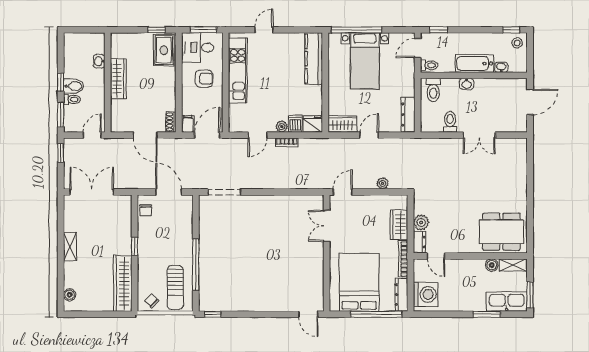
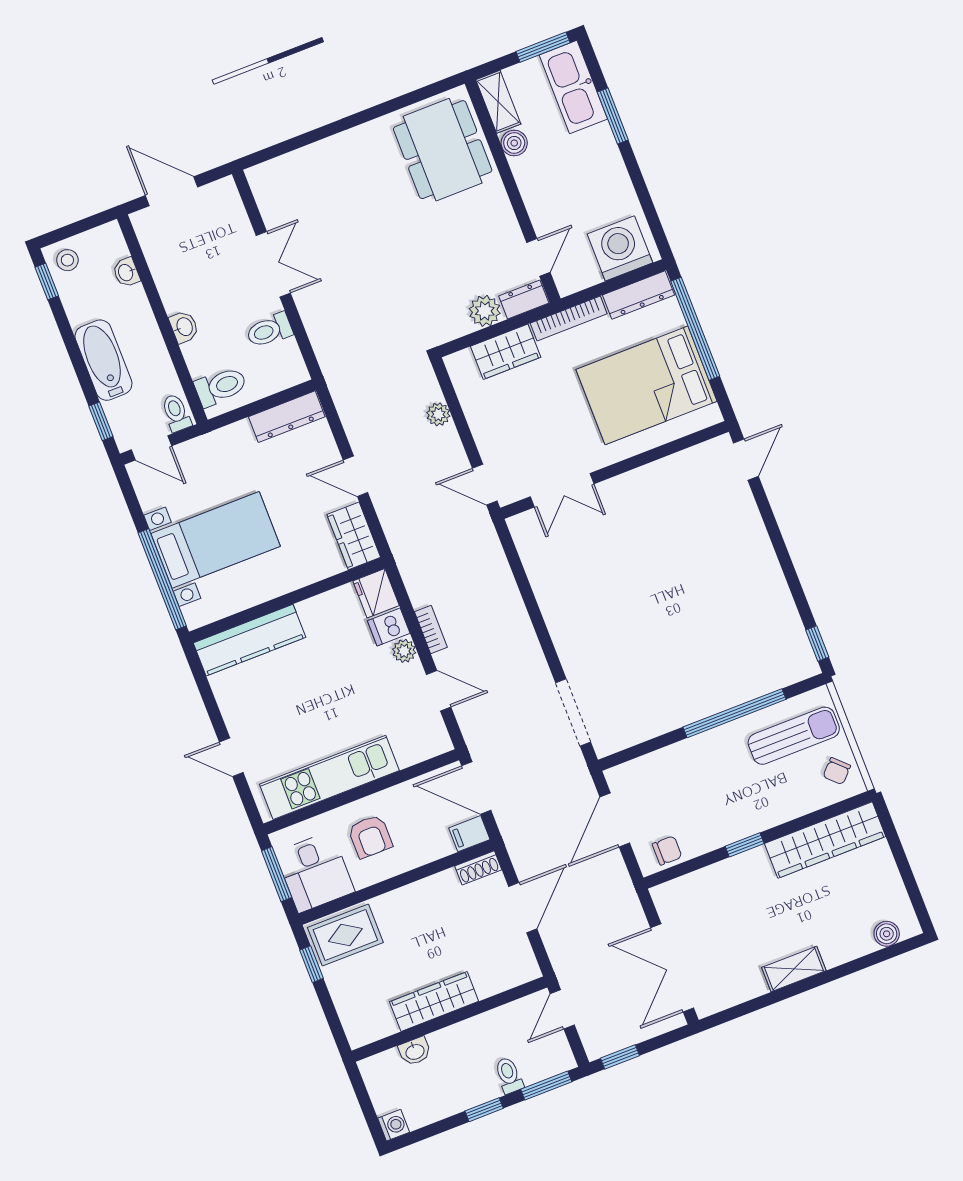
washing machine: (70, 39) -> (394, 1125), added
bathtub: (475, 64) -> (103, 360), moved, turned 180
armchair: (204, 79) -> (370, 836), turned 180
bidet: (74, 86) -> (482, 1082), removed
door: (92, 135) -> (562, 1009), hinge flipped

